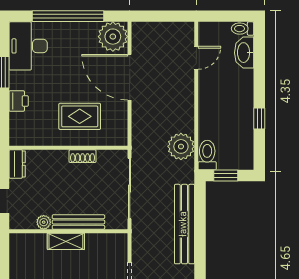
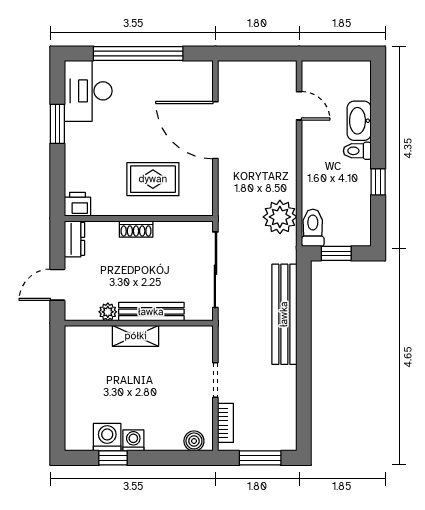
toilet: (243, 29) -> (357, 151), moved
plant: (113, 37) -> (195, 79), removed
washbasin: (244, 53) -> (359, 121), moved
door: (196, 58) -> (299, 106), hinge flipped
printer: (19, 101) -> (77, 204), moved, turned -90
shoe rack: (83, 156) -> (136, 229), moved

